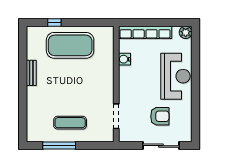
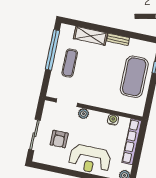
plant: (125, 95) -> (83, 114), added
shelving: (34, 105) -> (90, 36), added
window: (59, 146) -> (53, 50), width x1.46

